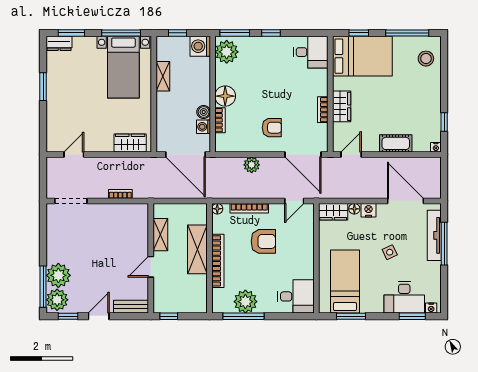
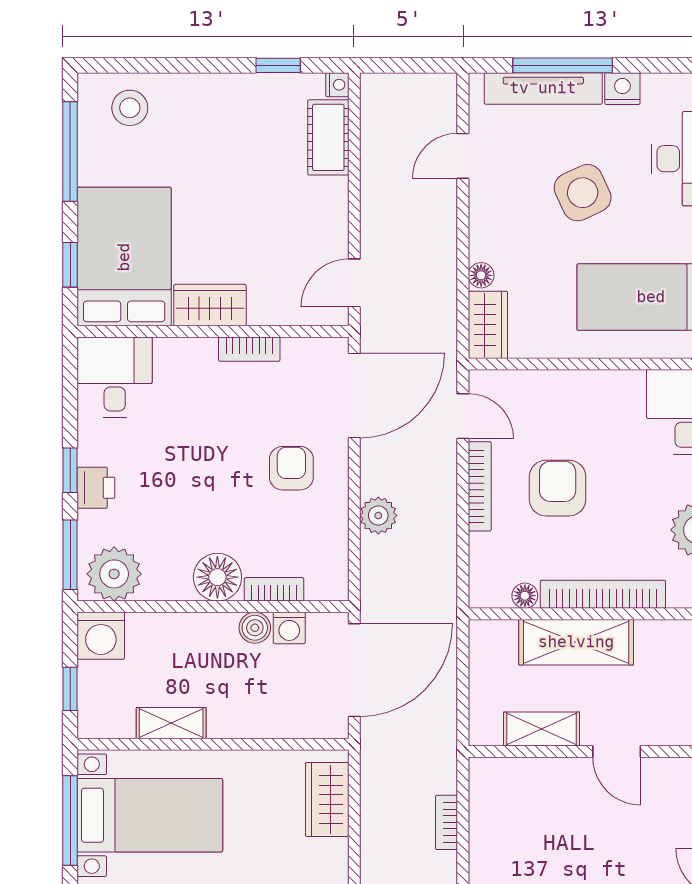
printer: (263, 44) -> (96, 488), added
wardrobe: (342, 106) -> (210, 305), moved
cot: (396, 143) -> (328, 137), moved
door: (351, 155) -> (354, 283), hinge flipped
door: (405, 201) -> (463, 156), width x0.53
bookcase: (249, 208) -> (480, 486), moved
floor lamp: (217, 209) -> (525, 596), moved
nightstand: (368, 210) -> (622, 89), moved, turned 90
side table: (390, 252) -> (583, 193), width x1.87, depth x1.87

